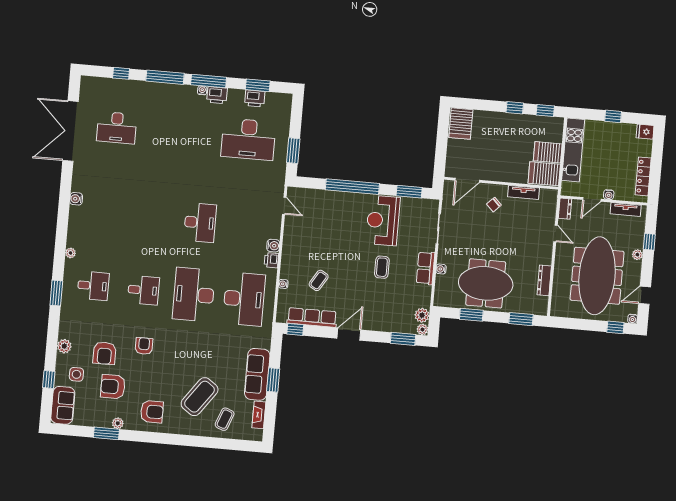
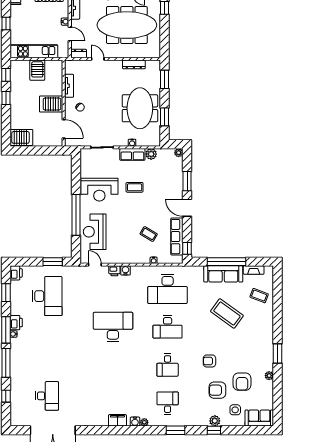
printer: (255, 98) -> (16, 273), moved
server rack: (544, 174) -> (51, 104), moved, turned 90
window: (409, 192) -> (76, 172), removed
water cooler: (76, 199) -> (135, 422), moved
door: (284, 206) -> (95, 265), hinge flipped
reception desk: (328, 209) -> (95, 232), added
filing cabinet: (76, 218) -> (117, 420), added
desk: (200, 223) -> (113, 327), width x1.36, depth x1.30
door: (556, 233) -> (98, 59), hinge flipped
printer: (271, 260) -> (114, 271), moved
desk: (143, 290) -> (168, 365), turned 180
desk: (194, 295) -> (168, 327), width x0.73, depth x0.77
desk: (244, 299) -> (168, 289), turned 180
plant: (422, 315) -> (151, 154), moved
window: (403, 339) -> (187, 181), moved
armchair: (105, 353) -> (217, 390), turned 180
window: (49, 380) -> (214, 430), moved
window: (273, 380) -> (226, 262), width x2.11
coffee table: (200, 397) -> (227, 313), moved
armchair: (152, 412) -> (258, 351), removed
window: (106, 433) -> (278, 354), moved

